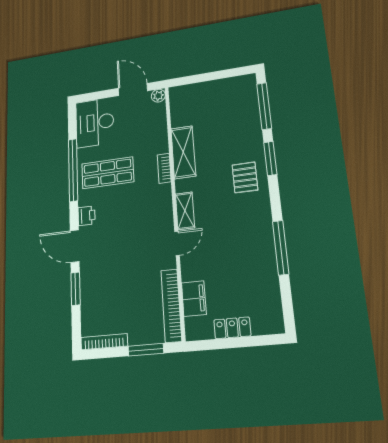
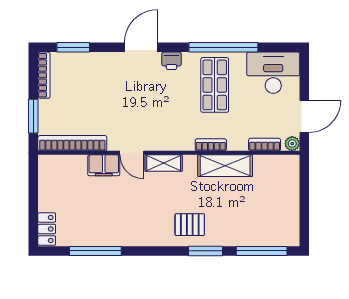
bookcase: (161, 120) -> (265, 145), added
window: (281, 248) -> (95, 251), moved
window: (75, 289) -> (73, 47), moved
filing cabinet: (194, 299) -> (104, 165), moved
locker: (232, 328) -> (47, 229), moved

